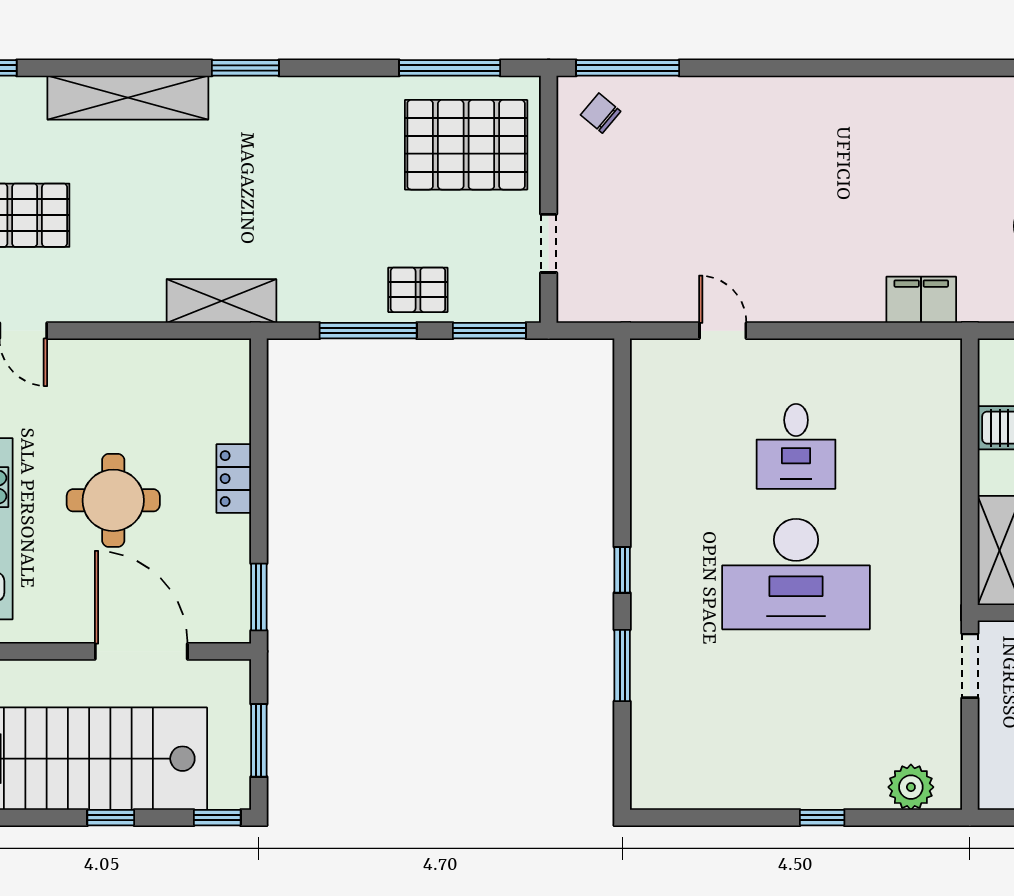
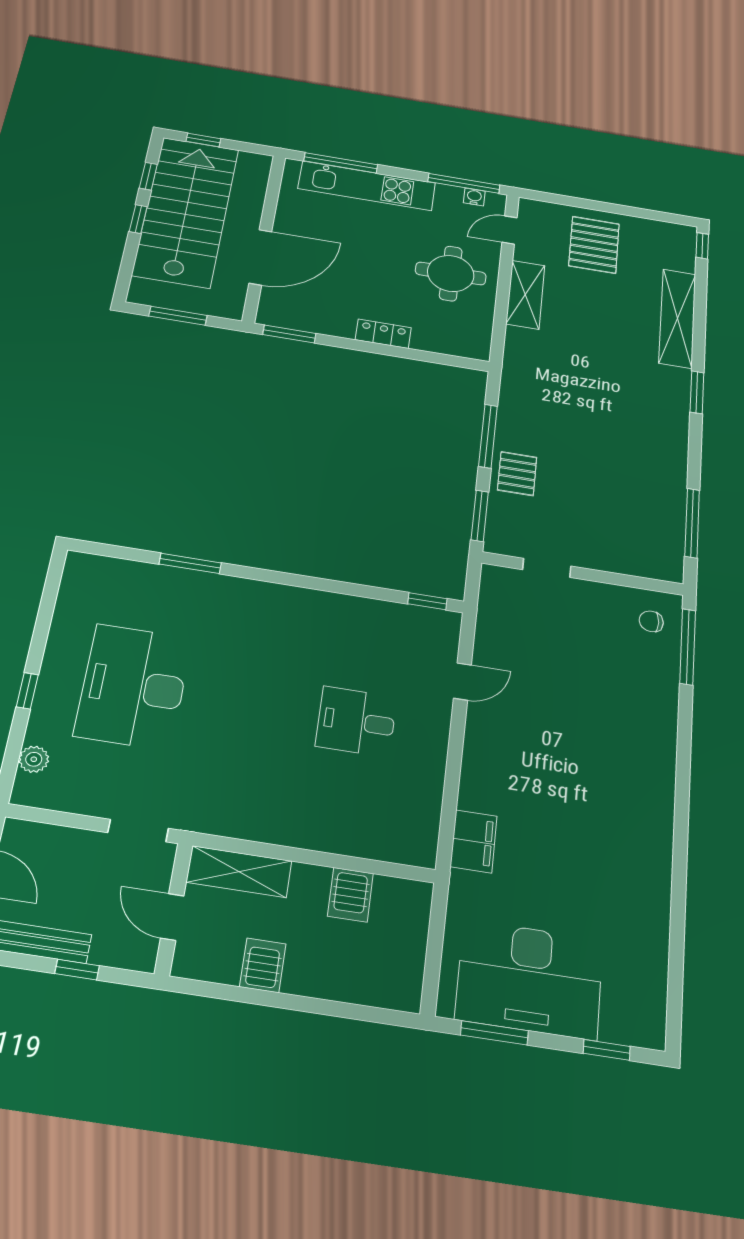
chair: (601, 113) -> (651, 621), turned -130
pallet: (466, 145) -> (630, 524), removed
shelving: (221, 301) -> (525, 295), moved
round table: (113, 500) -> (451, 273), moved
window: (622, 570) -> (427, 601), moved
desk: (796, 574) -> (133, 687), moved
plant: (911, 787) -> (34, 759), width x0.73, depth x0.73
window: (217, 818) -> (148, 176), moved

